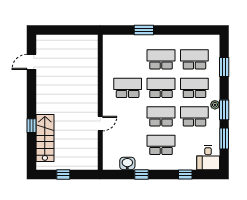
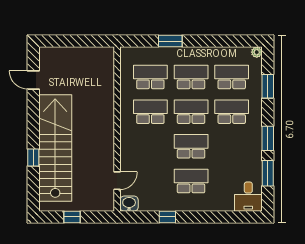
door: (31, 62) -> (33, 80), hinge flipped
plant: (215, 105) -> (257, 52), moved
school desk: (194, 116) -> (150, 77), moved
door: (100, 124) -> (117, 181), moved
stairs: (45, 138) -> (55, 148), width x1.86, depth x1.51
washbasin: (127, 163) -> (129, 204), moved
window: (185, 174) -> (221, 217), removed

